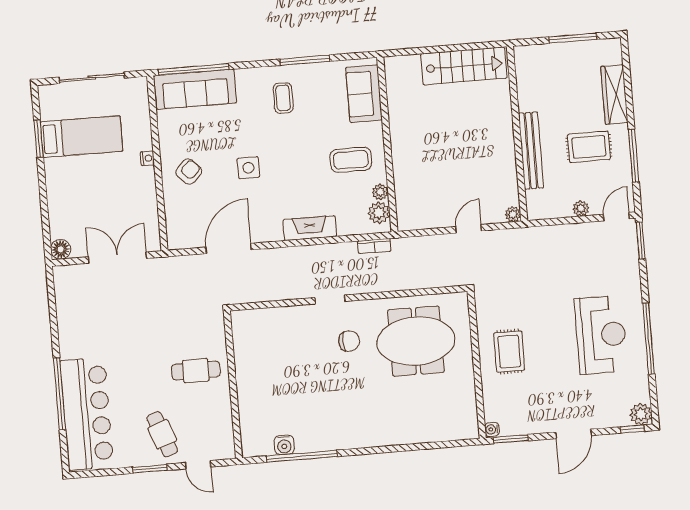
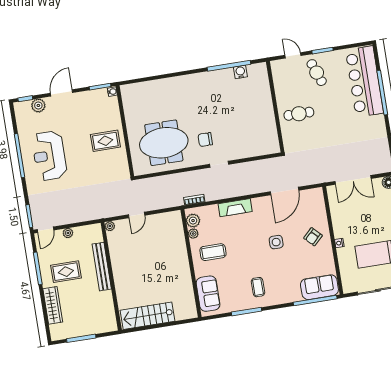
sofa: (195, 89) -> (319, 287), width x0.73
rug: (509, 352) -> (105, 141), turned 90
plant: (641, 414) -> (38, 105), moved

